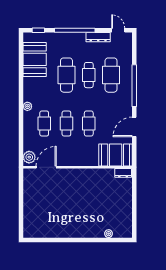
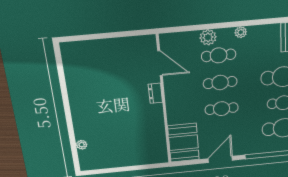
door: (134, 127) -> (220, 159), hinge flipped
plant: (29, 157) -> (208, 37), moved
dresser: (123, 173) -> (155, 93), moved

